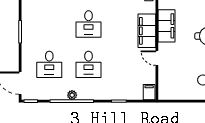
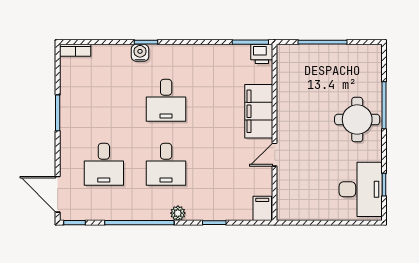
filing cabinet: (167, 26) -> (290, 103), removed
door: (157, 58) -> (275, 155), hinge flipped
plant: (72, 95) -> (178, 213), moved

